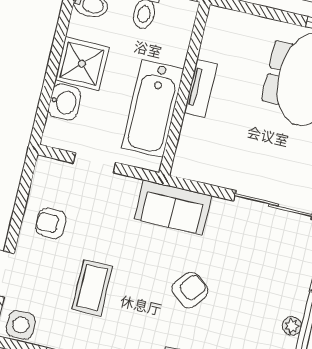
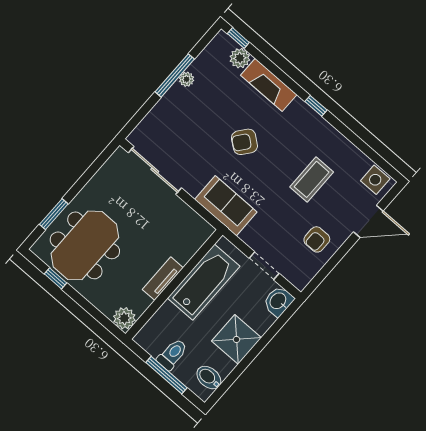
plant: (220, 21) -> (124, 318), added
washbasin: (64, 102) -> (278, 301), moved
armchair: (51, 223) -> (317, 239), turned 90

